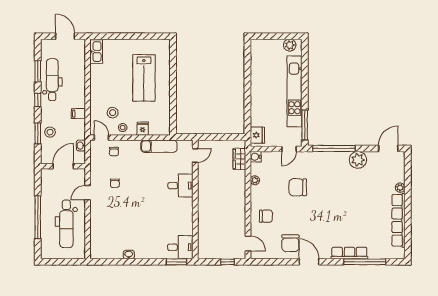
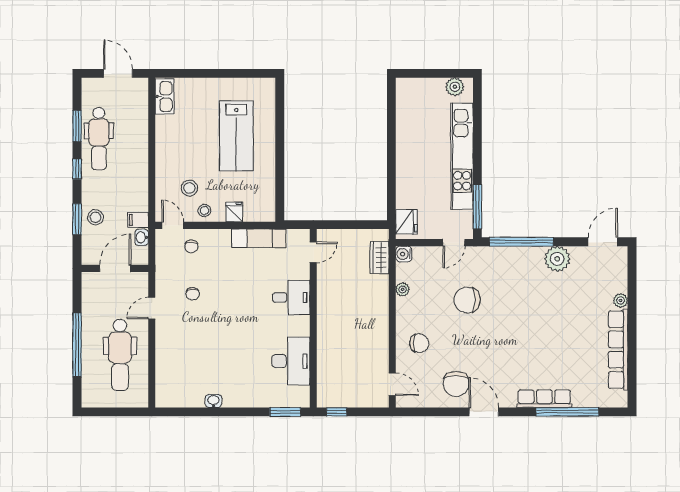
dental chair: (52, 80) -> (99, 139), turned 180
filing cabinet: (78, 114) -> (138, 220), moved
desk: (180, 247) -> (291, 361), moved, width x1.37
window: (228, 262) -> (337, 412), moved

